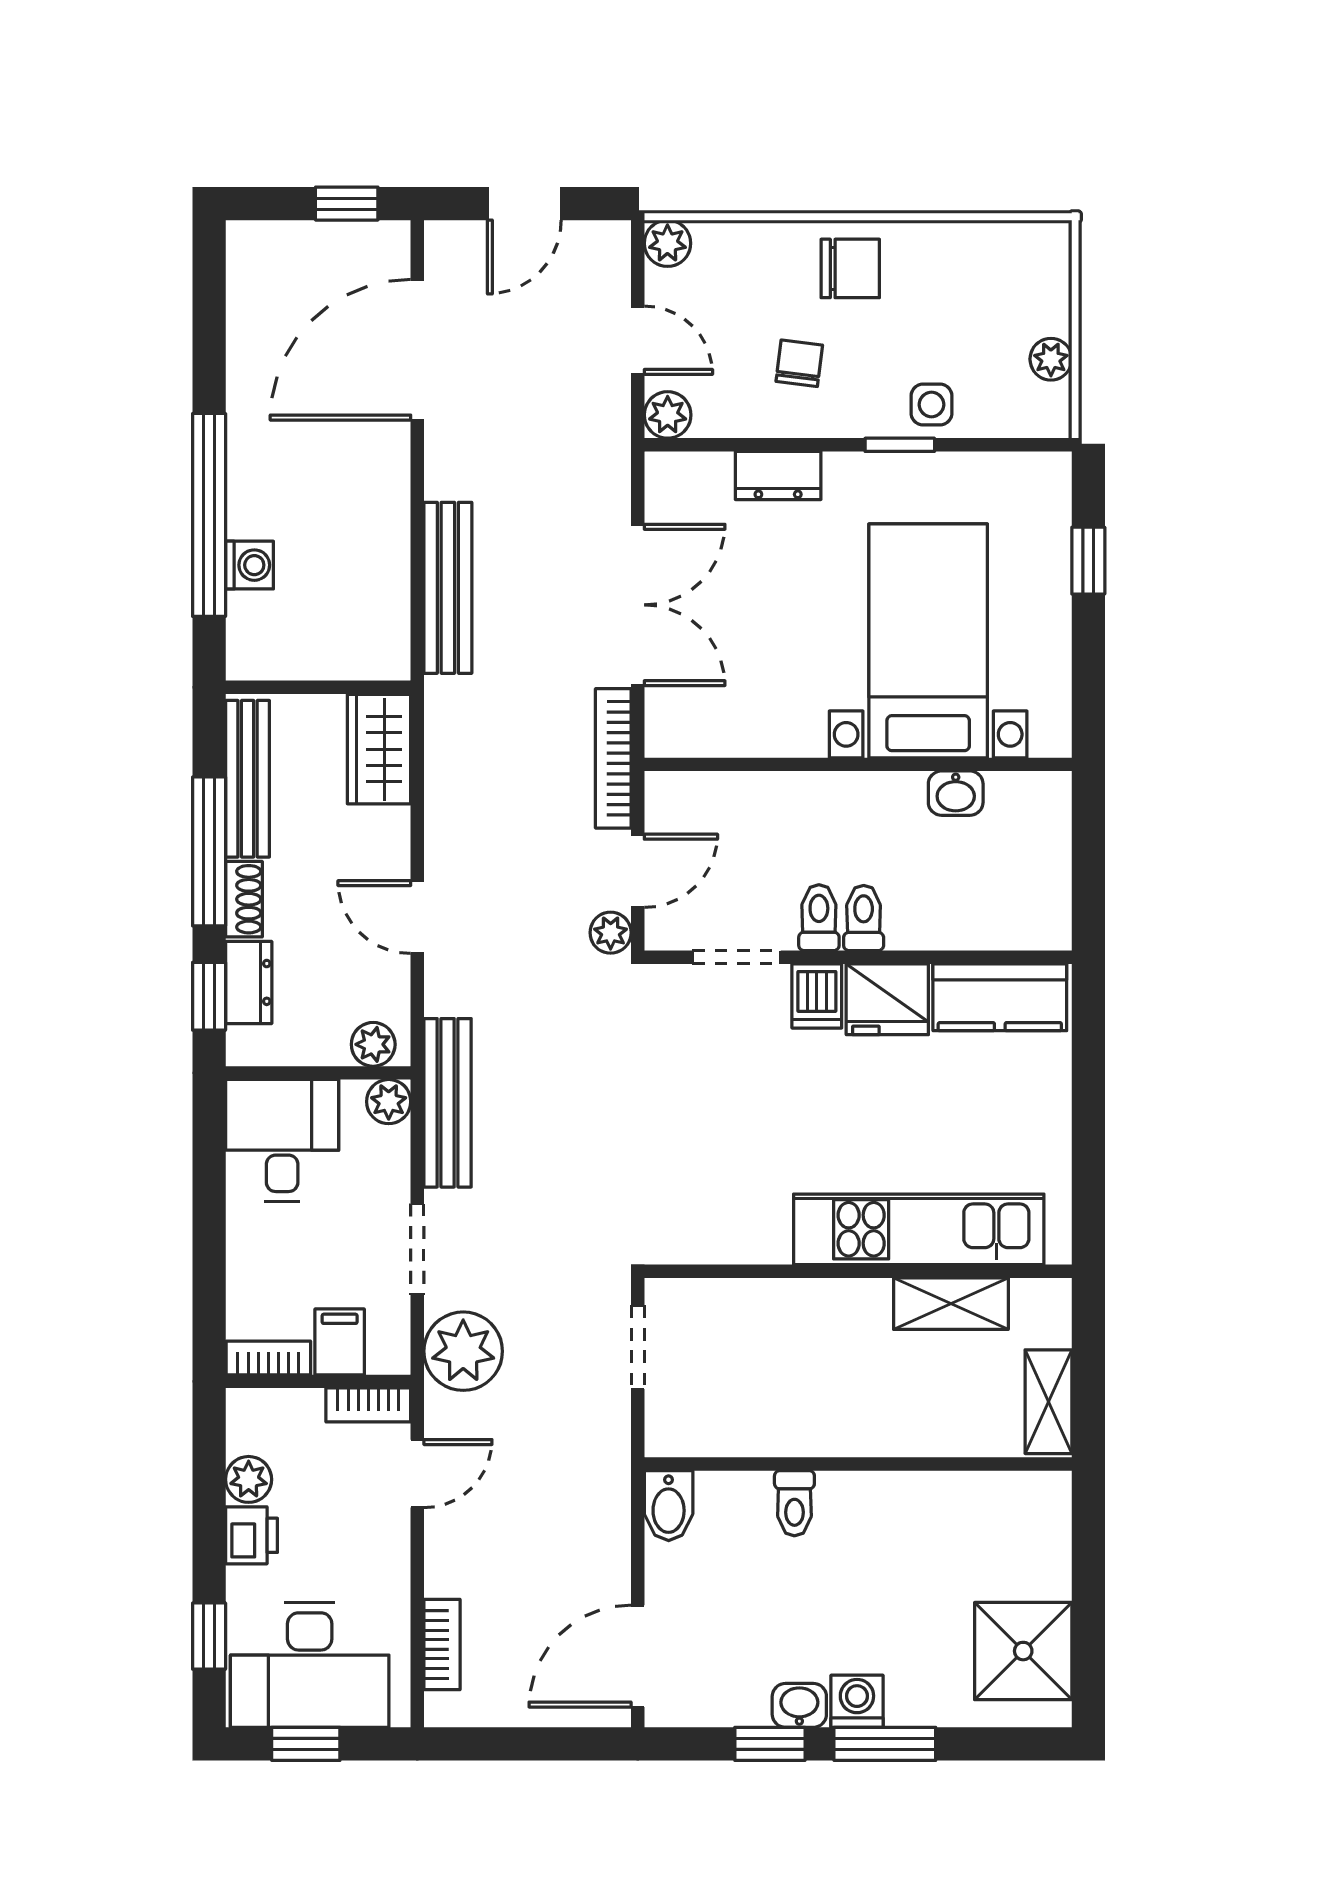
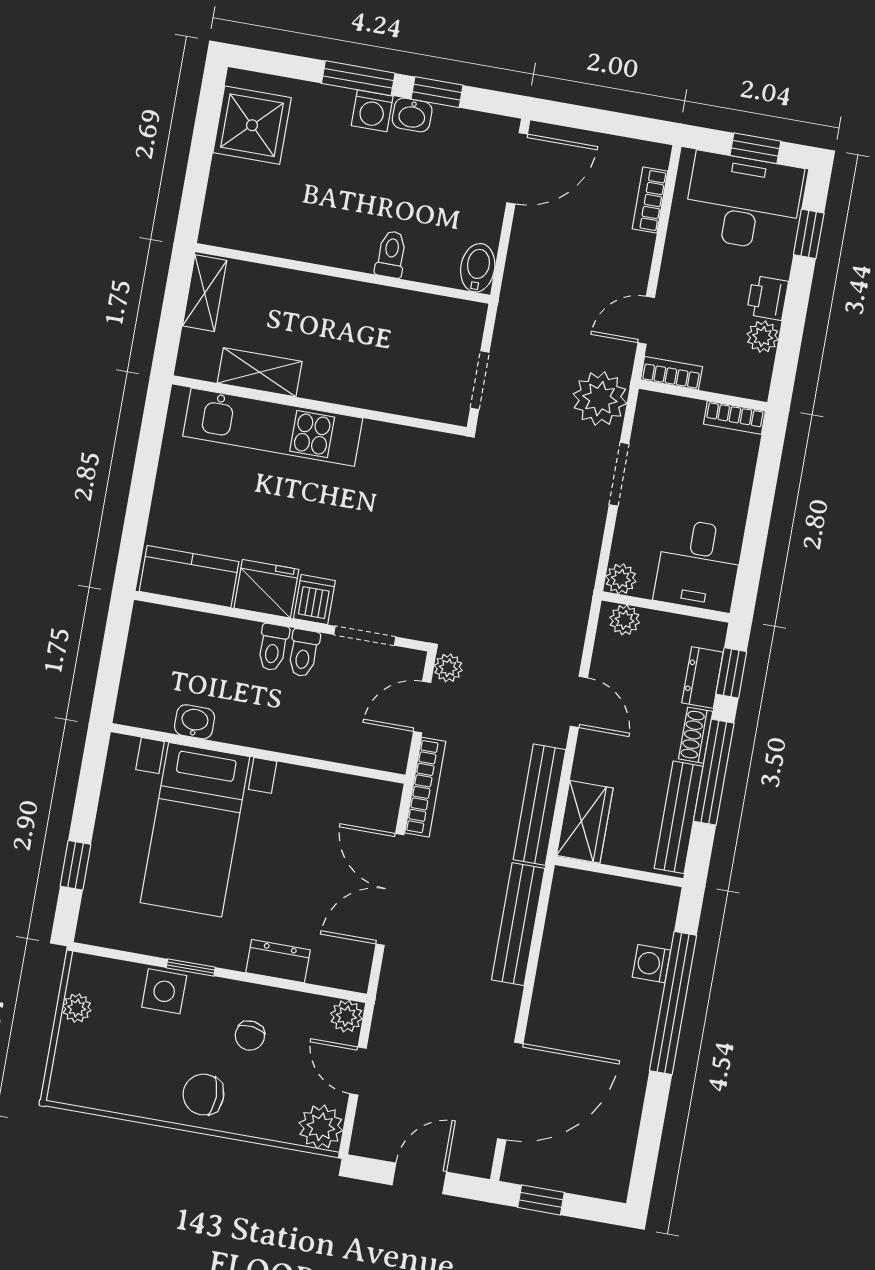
plant: (667, 243) -> (321, 1127), width x1.38, depth x1.38
side table: (931, 405) -> (164, 991), width x1.37, depth x1.37
bench: (448, 1103) -> (539, 805), moved
filing cabinet: (340, 1342) -> (684, 420), removed

